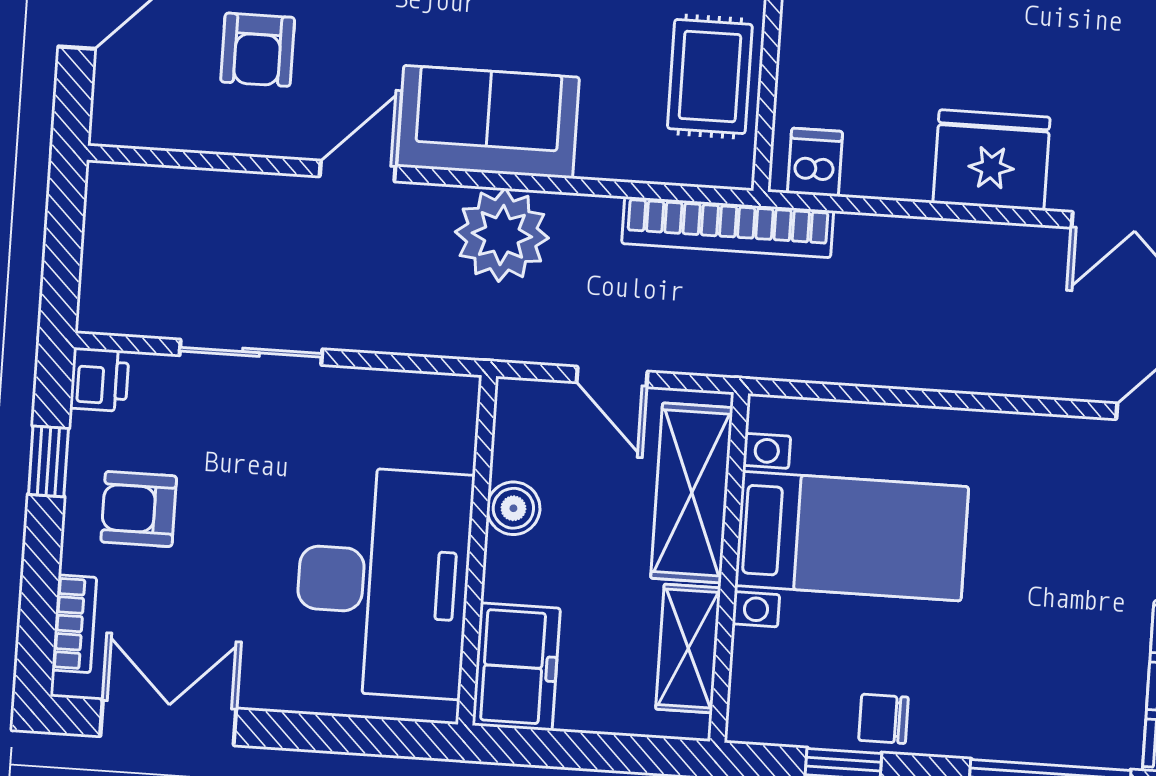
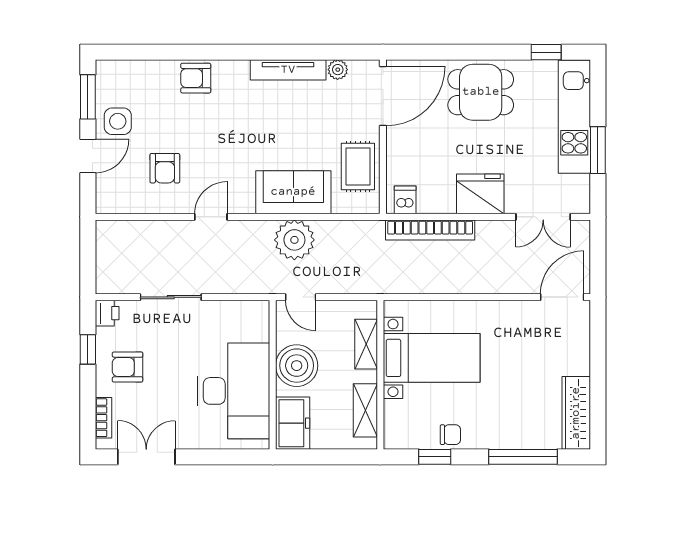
sofa: (488, 122) -> (293, 192), moved
bookcase: (728, 227) -> (430, 230), moved
plant: (502, 235) -> (294, 240), moved
door: (612, 377) -> (301, 297), moved
shelving: (692, 493) -> (366, 344), width x0.67, depth x0.75
boiler: (513, 508) -> (297, 366), width x1.86, depth x1.86
chair: (883, 719) -> (450, 435), turned 180

